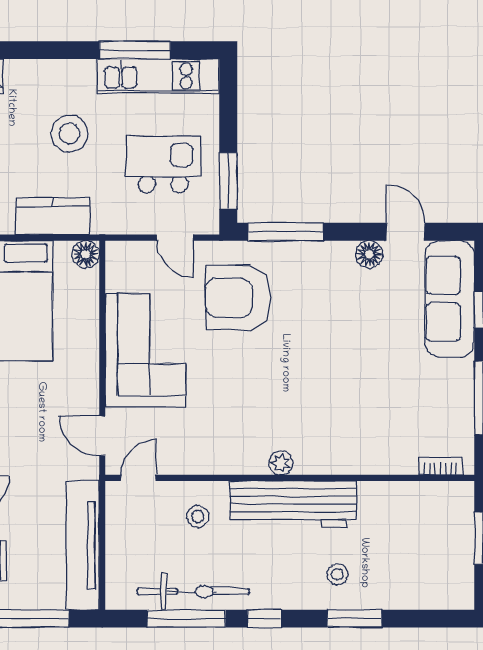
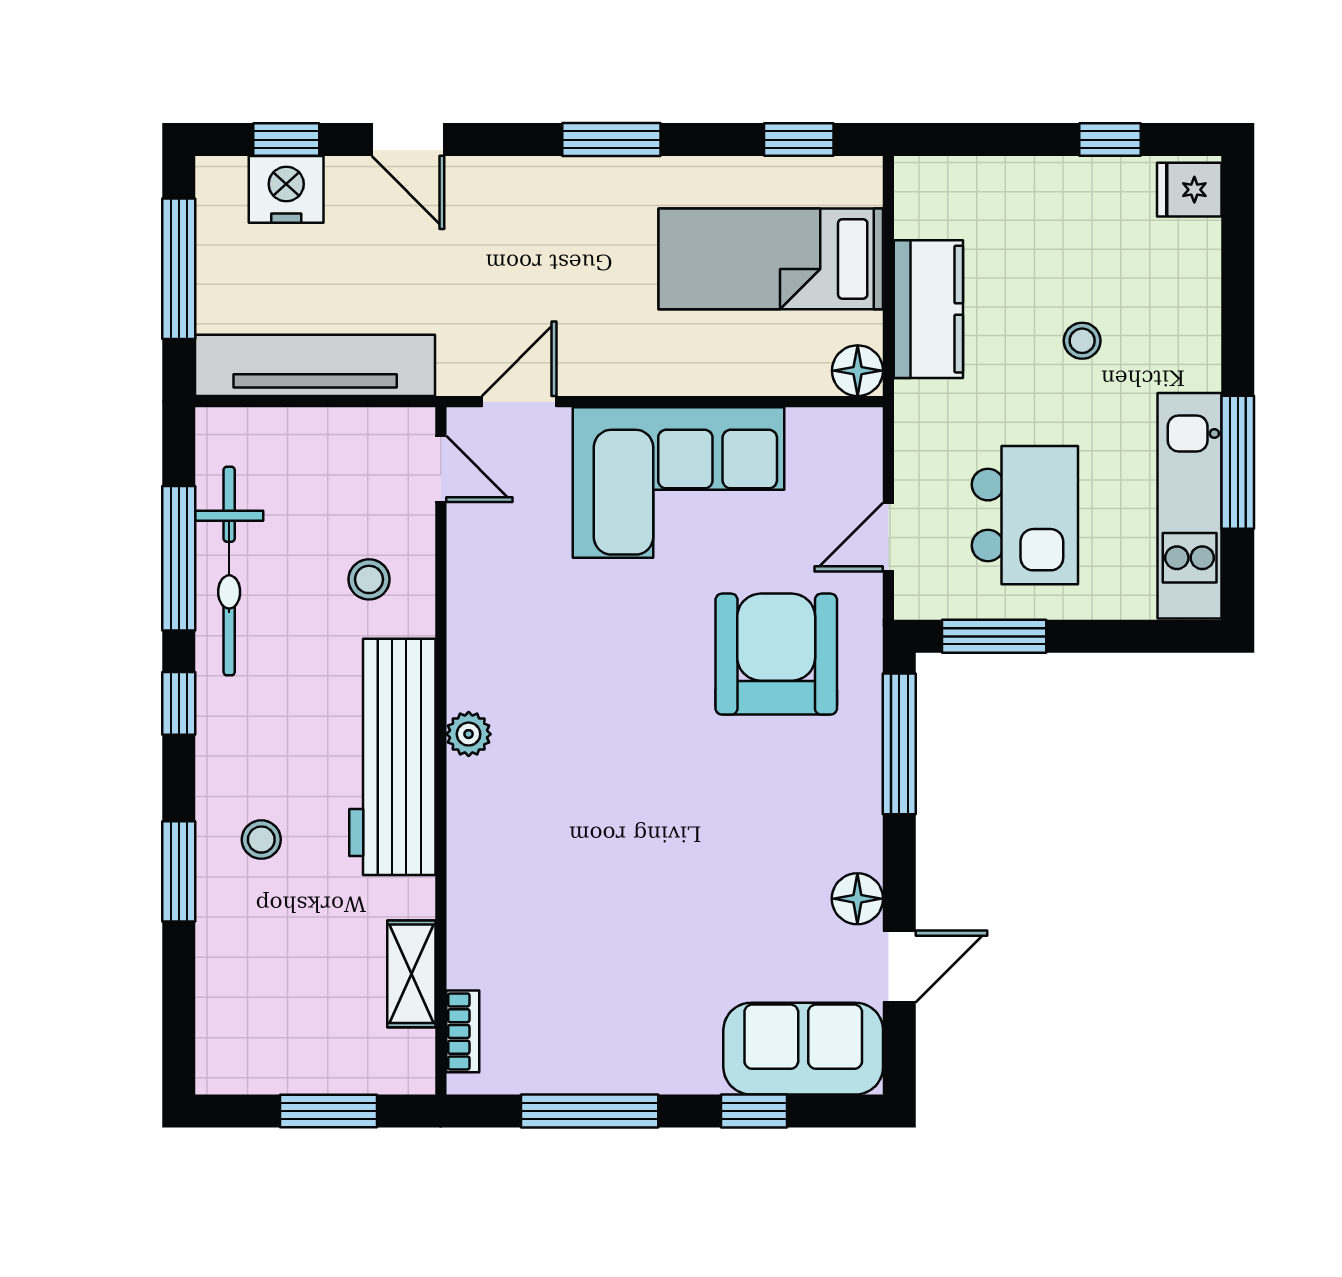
stool: (70, 134) -> (1082, 341), width x0.53, depth x0.53
sofa: (450, 299) -> (803, 1049), width x0.73
shelving: (410, 494) -> (411, 974), added

